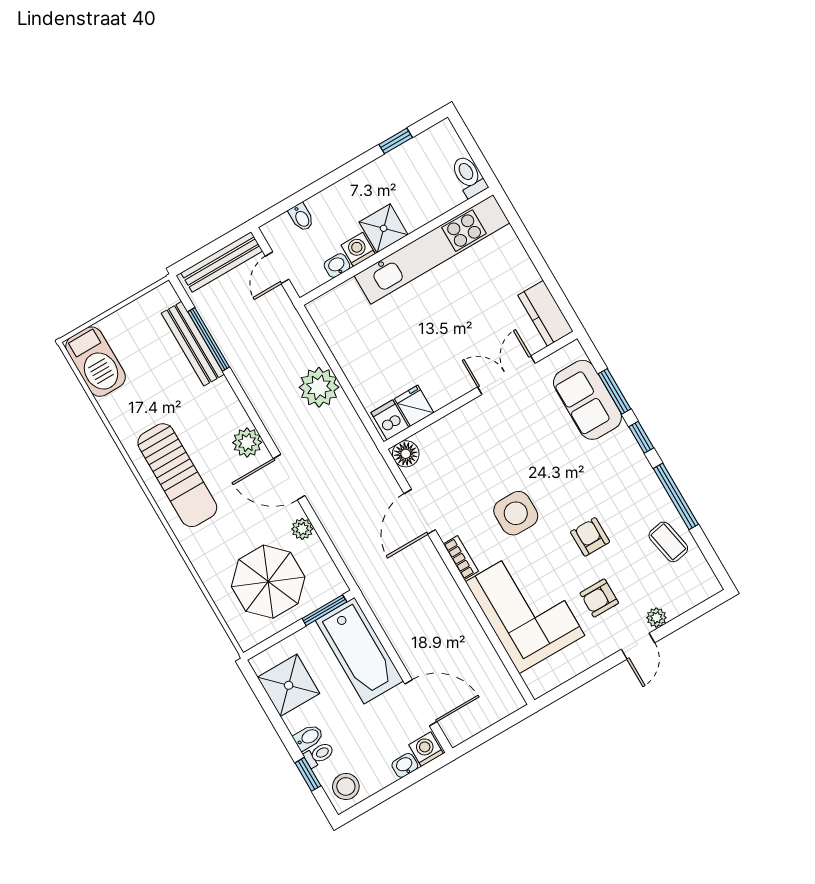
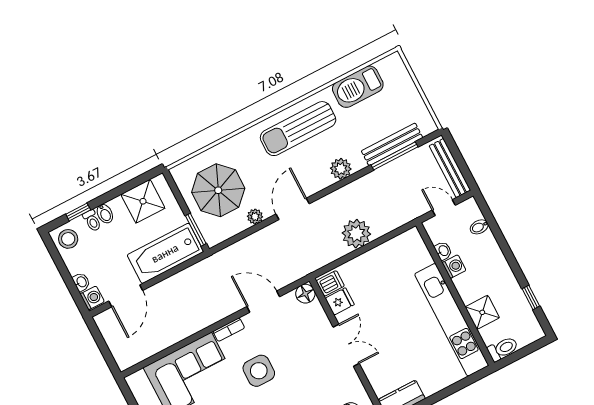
shower: (384, 228) -> (482, 312), moved
barbecue: (96, 362) -> (358, 87), moved
double door: (506, 375) -> (346, 345), moved
plant: (247, 442) -> (341, 169), moved

